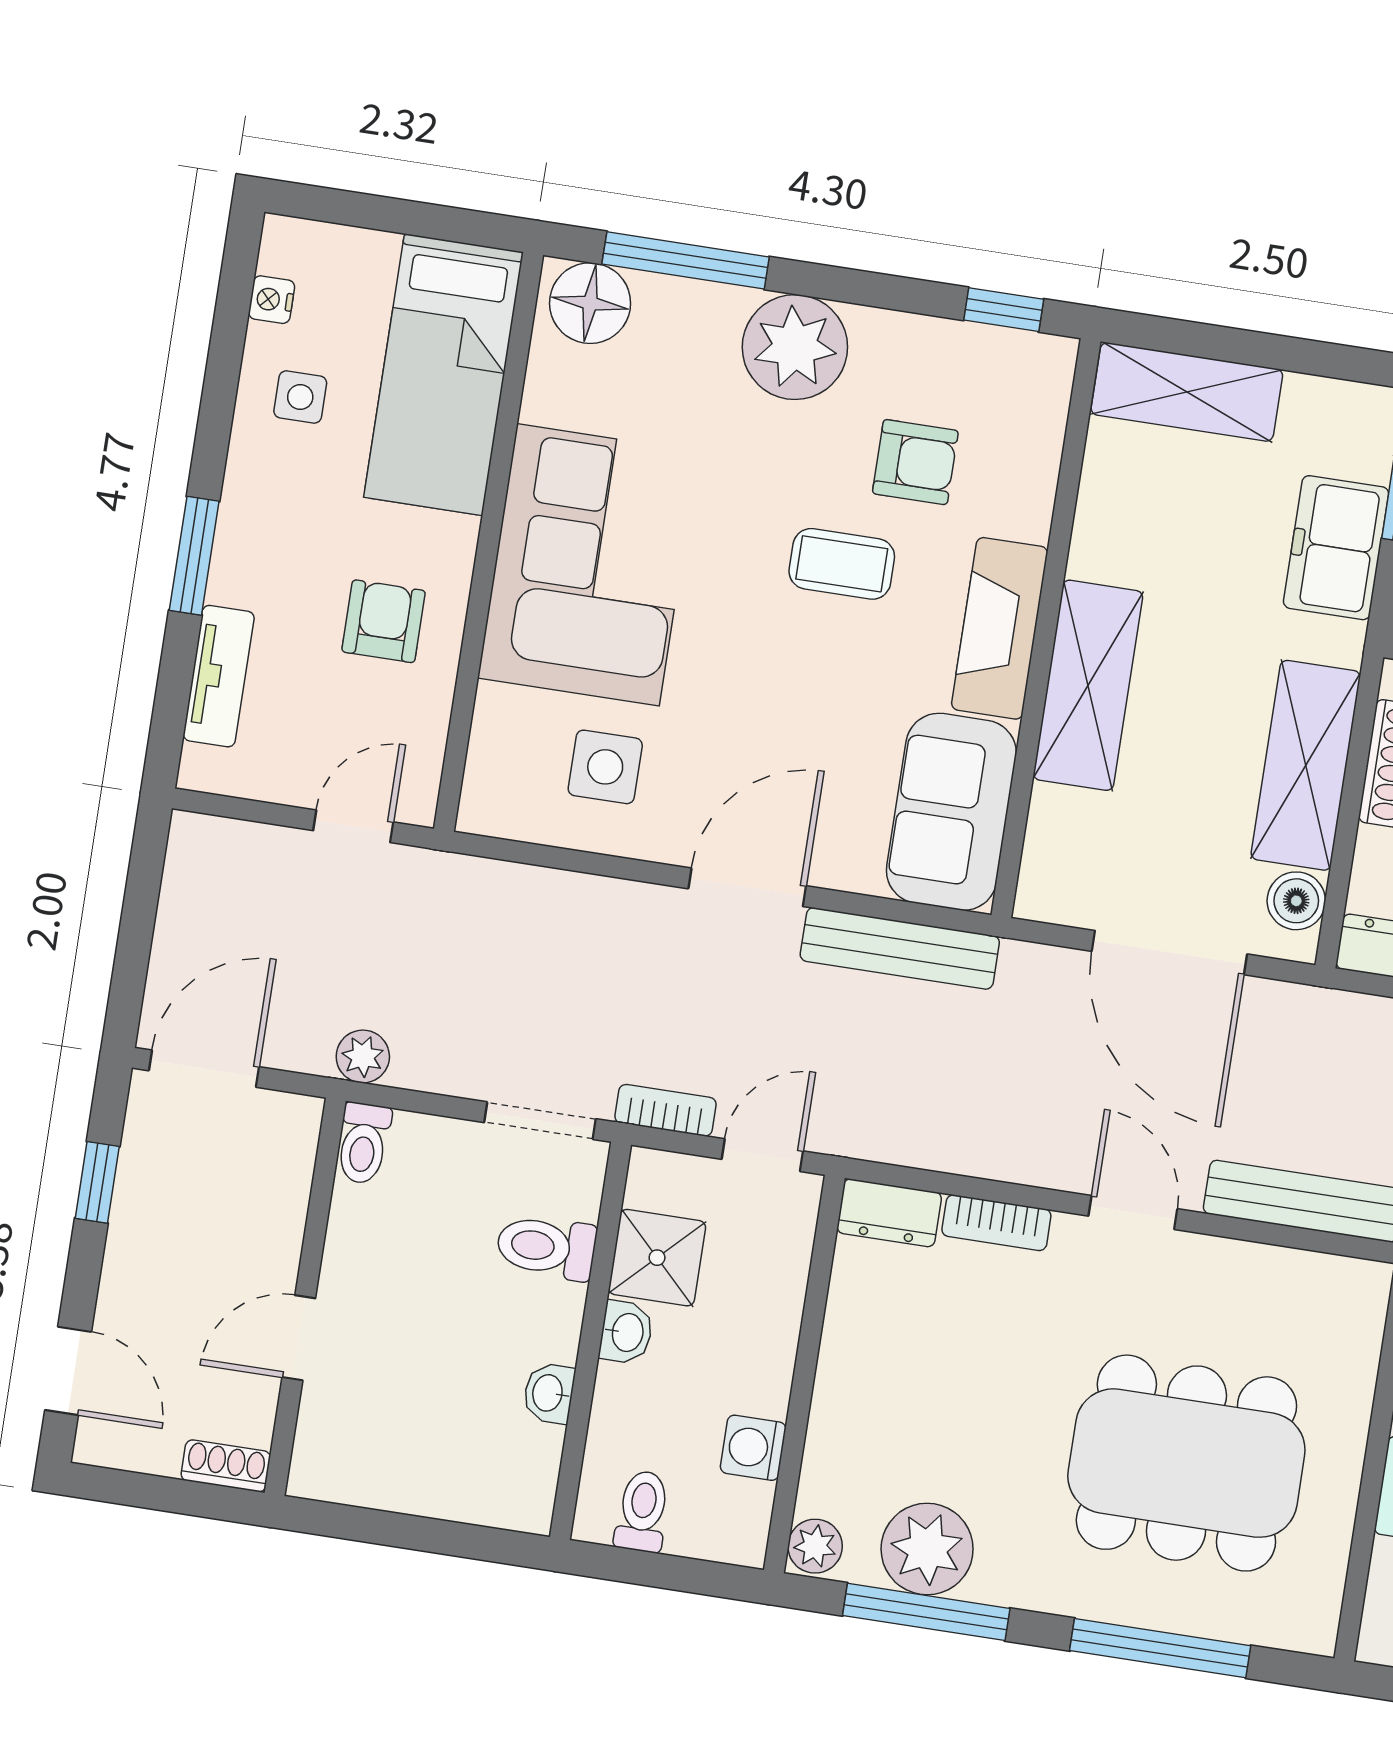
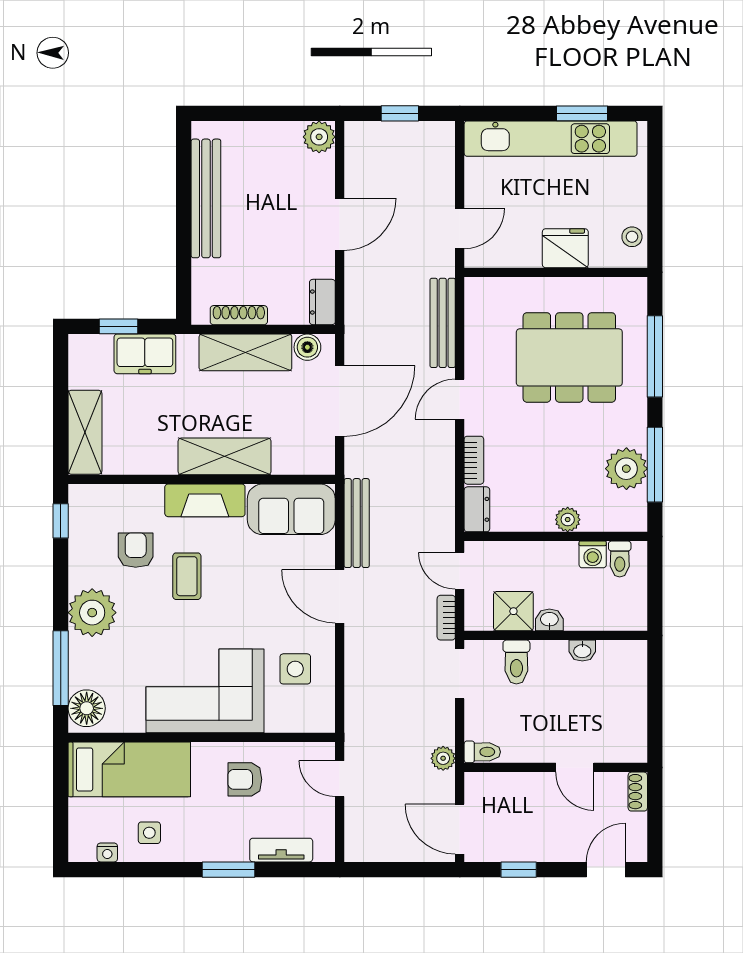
dining table: (1186, 1463) -> (569, 357), turned 90
toilet: (642, 1511) -> (620, 559), moved, turned -90
plant: (815, 1546) -> (568, 520), moved

